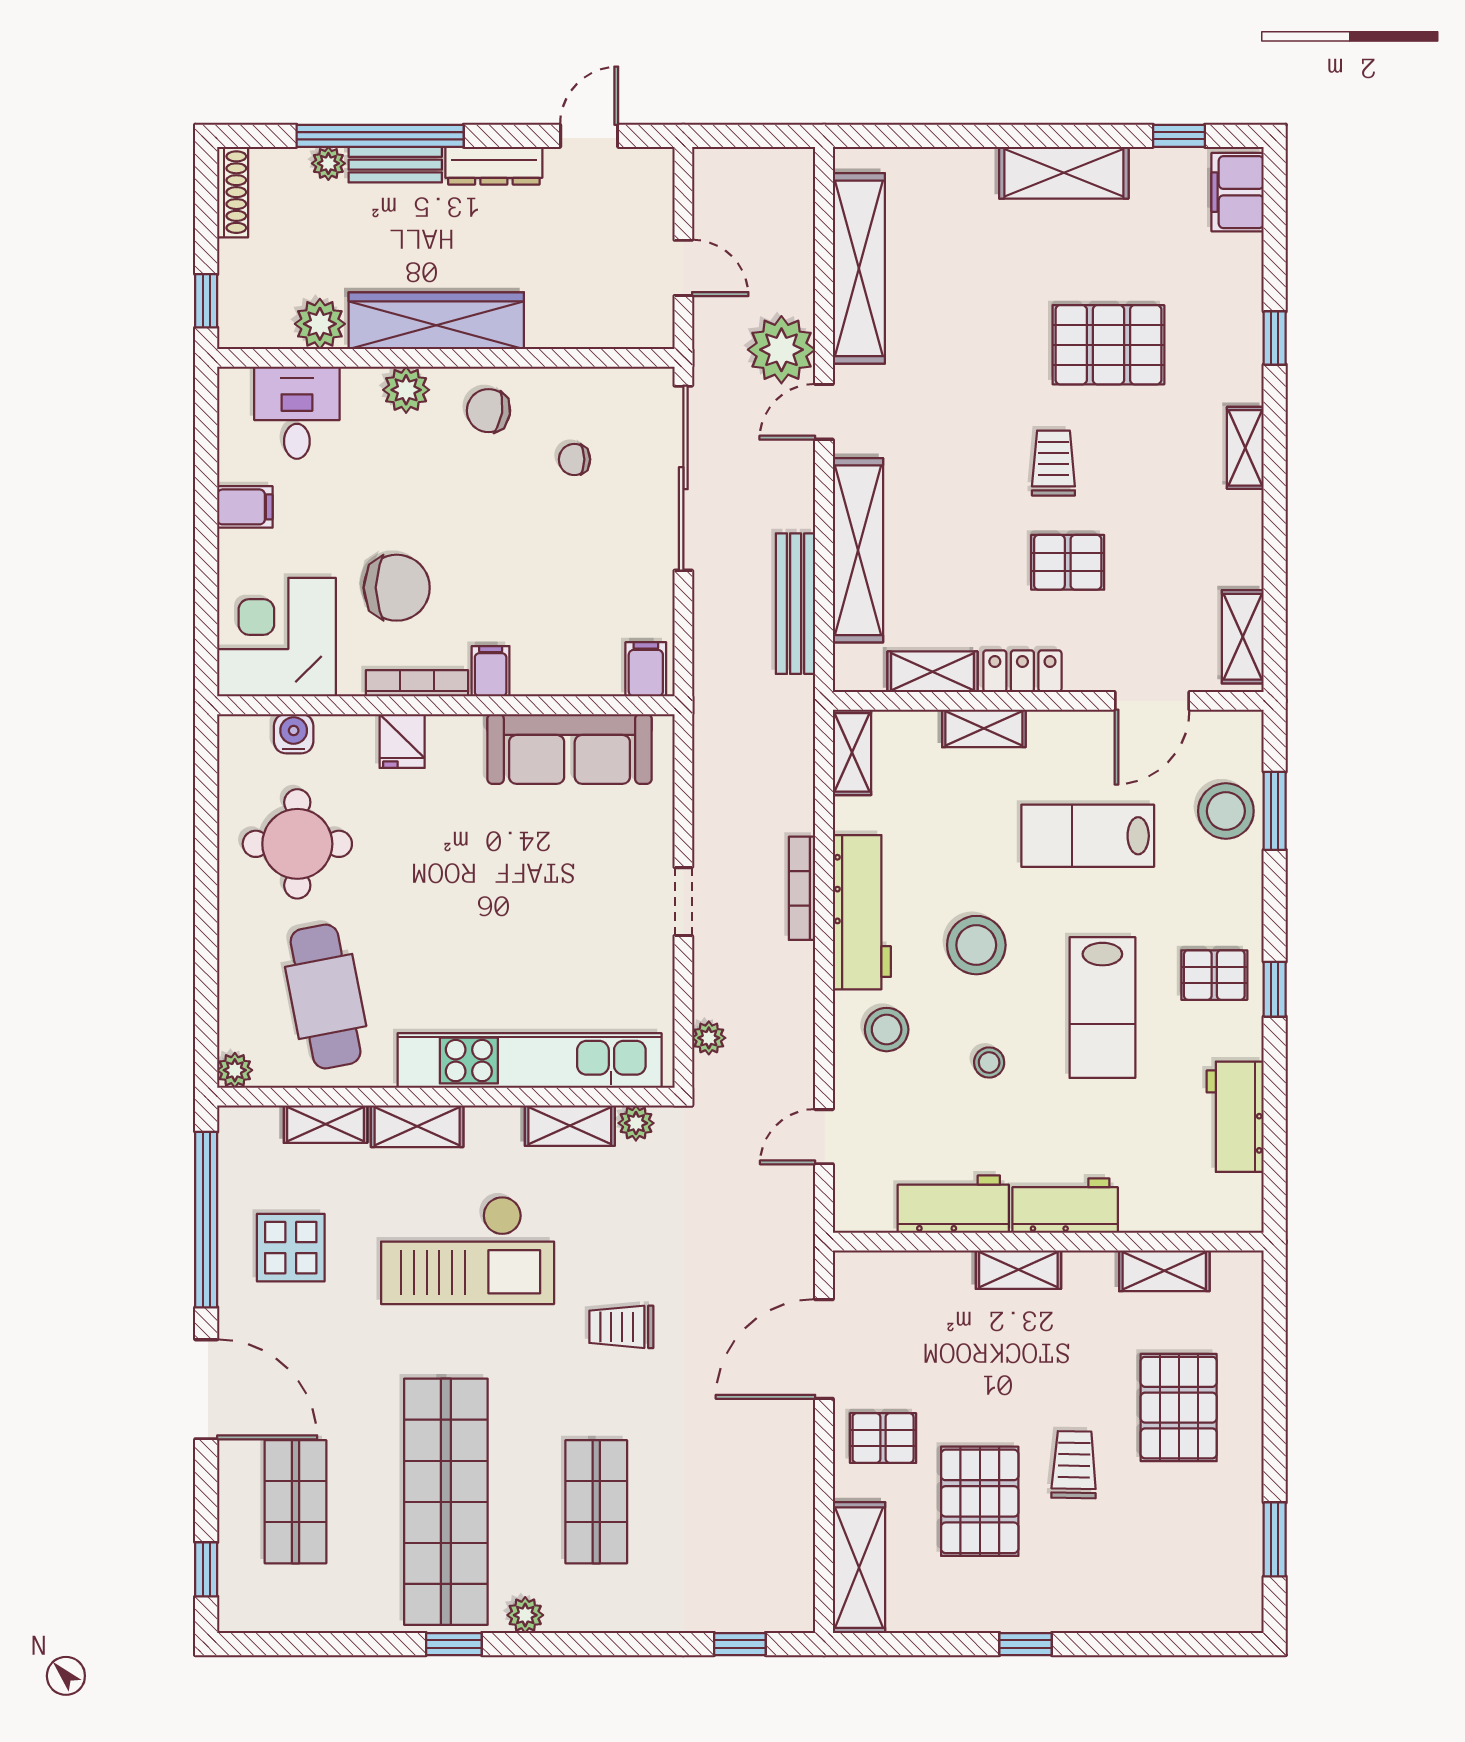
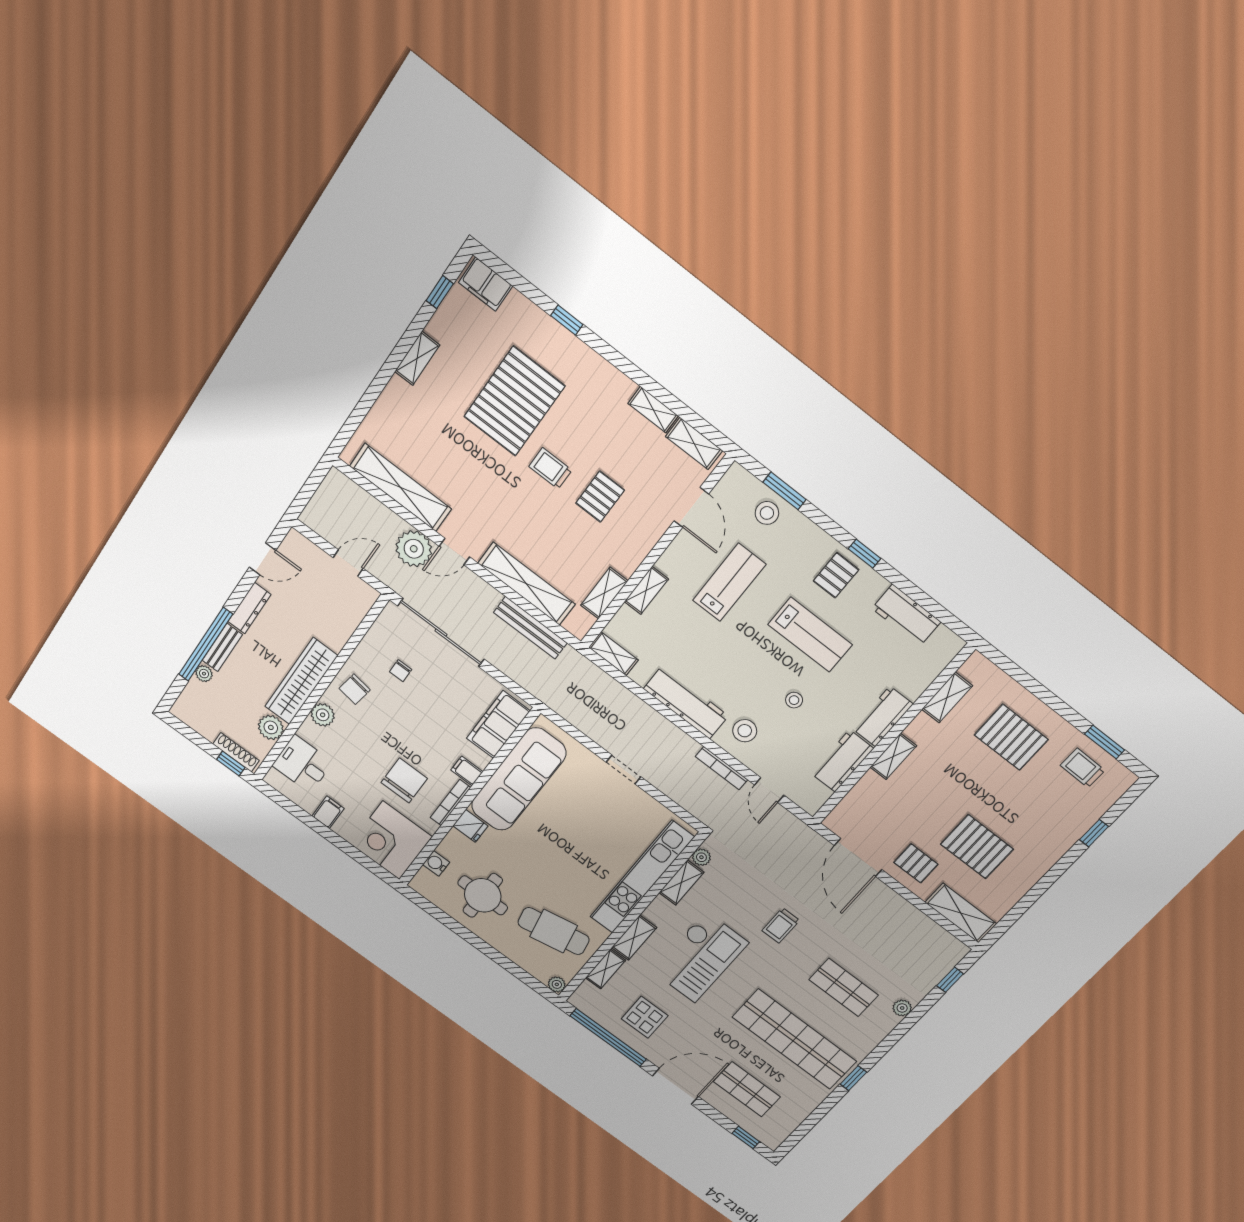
door: (589, 136) -> (263, 559), swing flipped
shelving: (1064, 173) -> (417, 358), width x0.67, depth x0.75
shoe rack: (233, 192) -> (236, 752), moved
pallet: (1108, 345) -> (514, 401), width x1.37, depth x1.41
door: (824, 412) -> (454, 551), hinge flipped
shelving: (1245, 448) -> (653, 410), moved
filing cabinet: (646, 669) -> (498, 725), width x3.00, depth x1.17
locker: (1022, 671) -> (634, 554), removed
sofa: (569, 749) -> (518, 779), width x1.36, depth x1.27
stool: (1226, 811) -> (767, 513), width x0.73, depth x0.73
lab bench: (1088, 836) -> (729, 582), turned 180
bookcase: (802, 888) -> (722, 768), moved
stool: (976, 945) -> (739, 666), removed
plant: (709, 1038) -> (689, 803), removed
pallet: (883, 1438) -> (916, 863), turned 90
trolley: (1074, 1465) -> (1083, 768), moved
plant: (525, 1615) -> (902, 1008), moved
window: (1026, 1644) -> (1094, 833), moved

